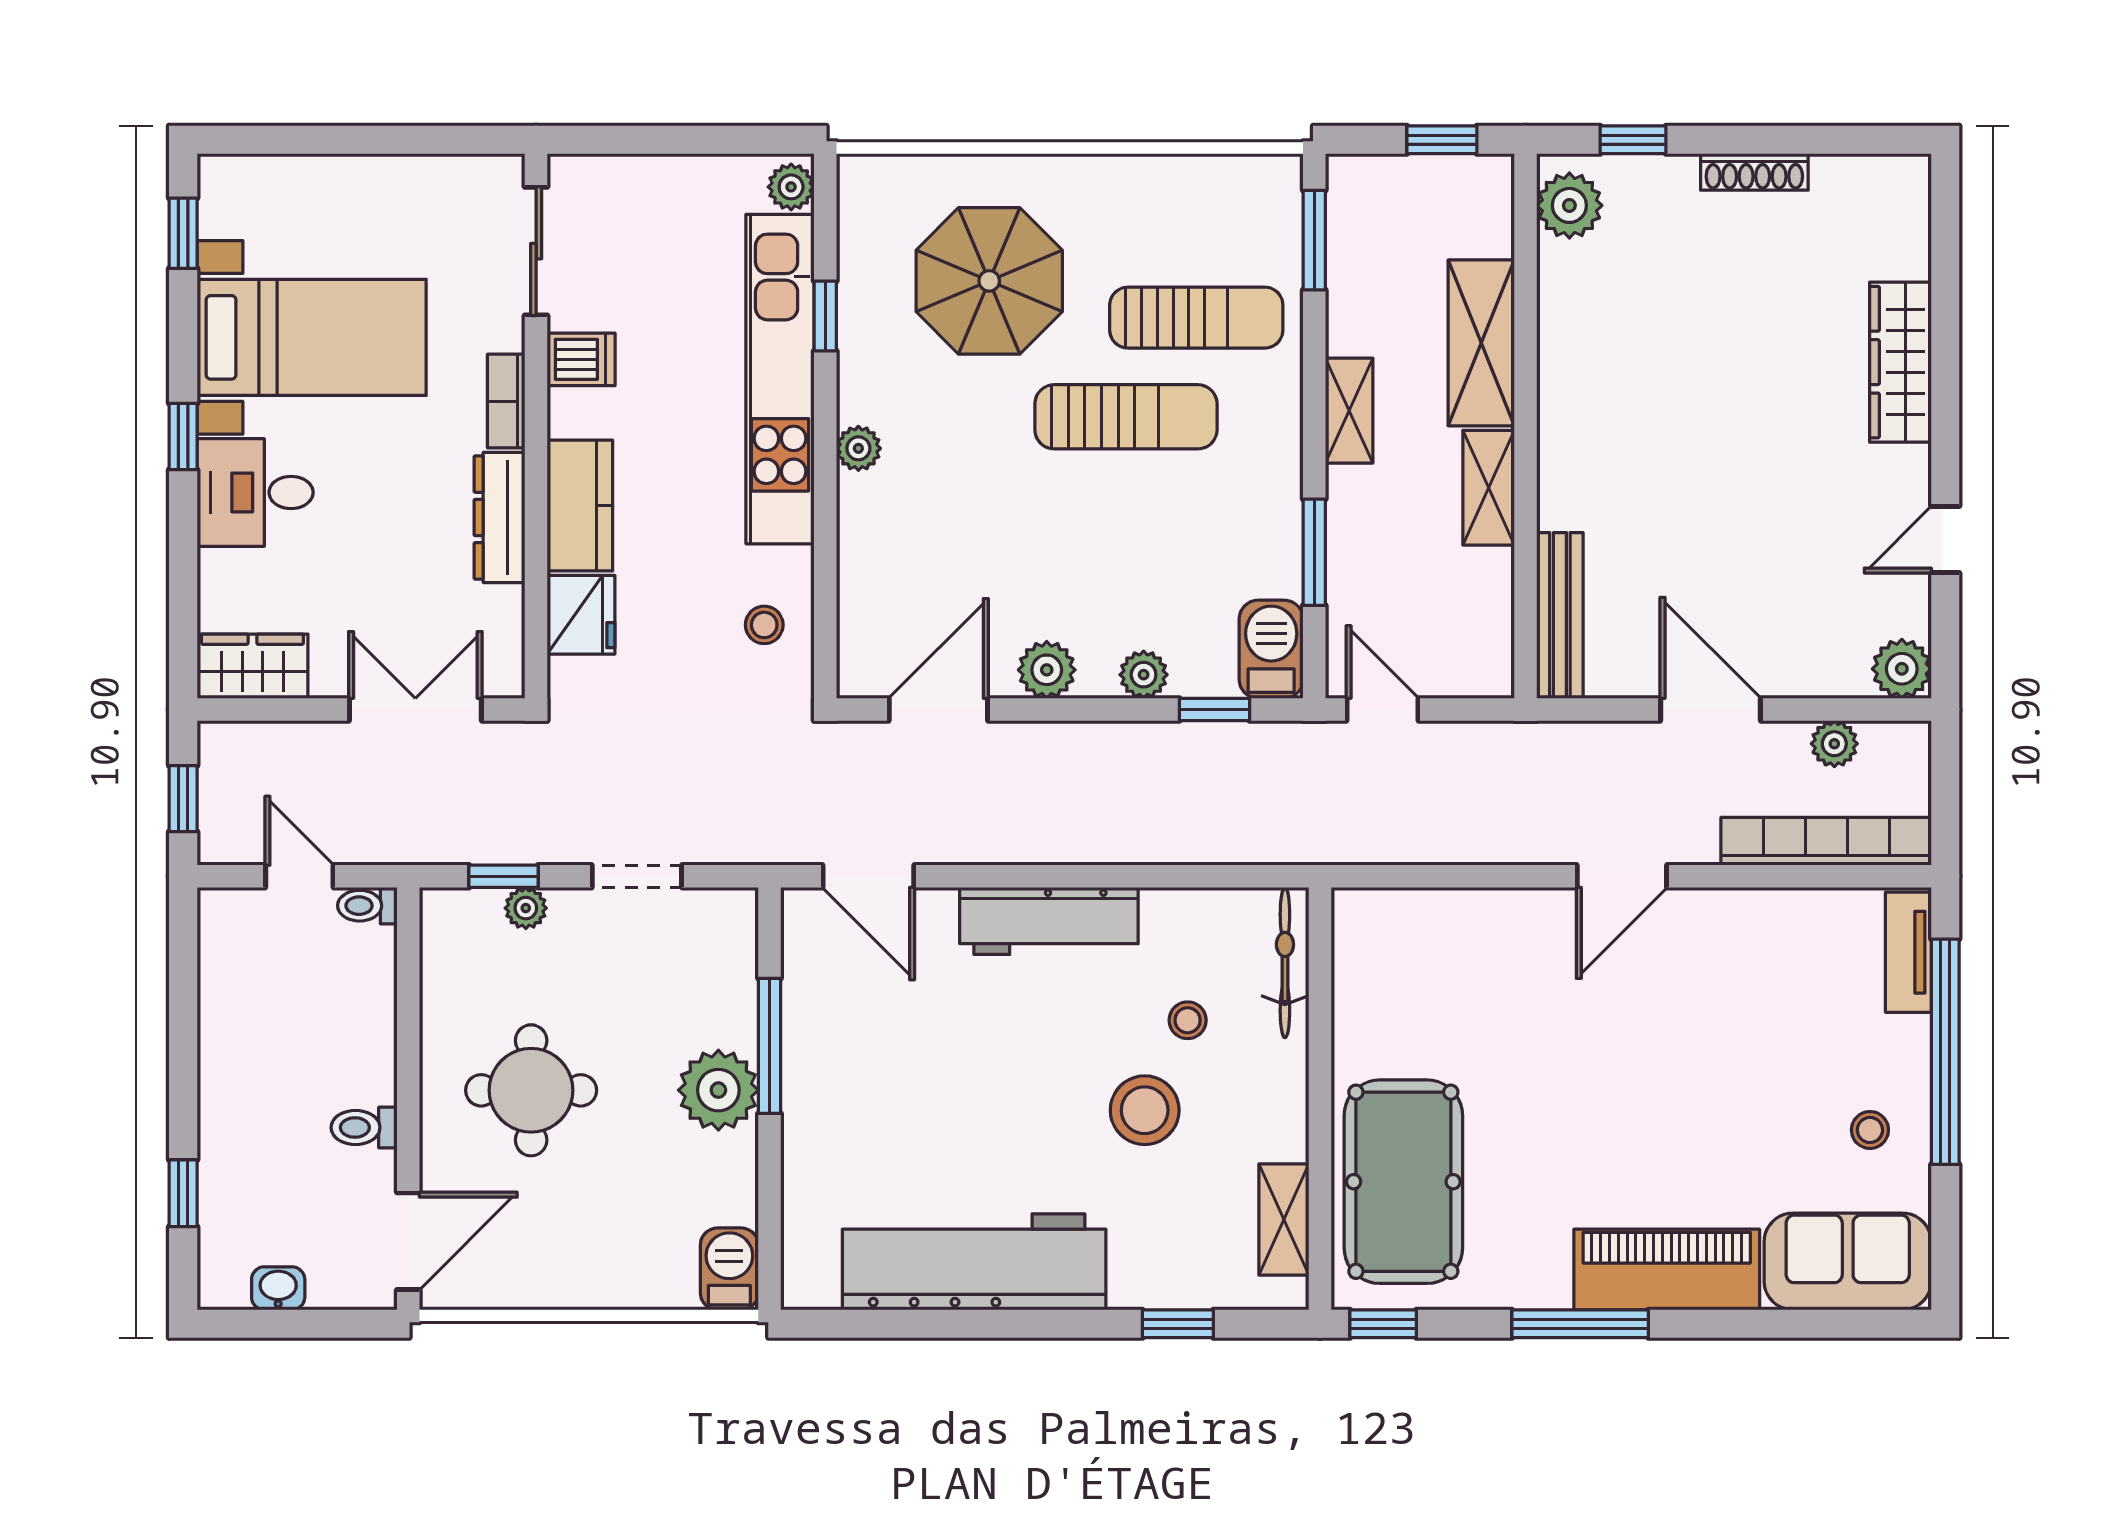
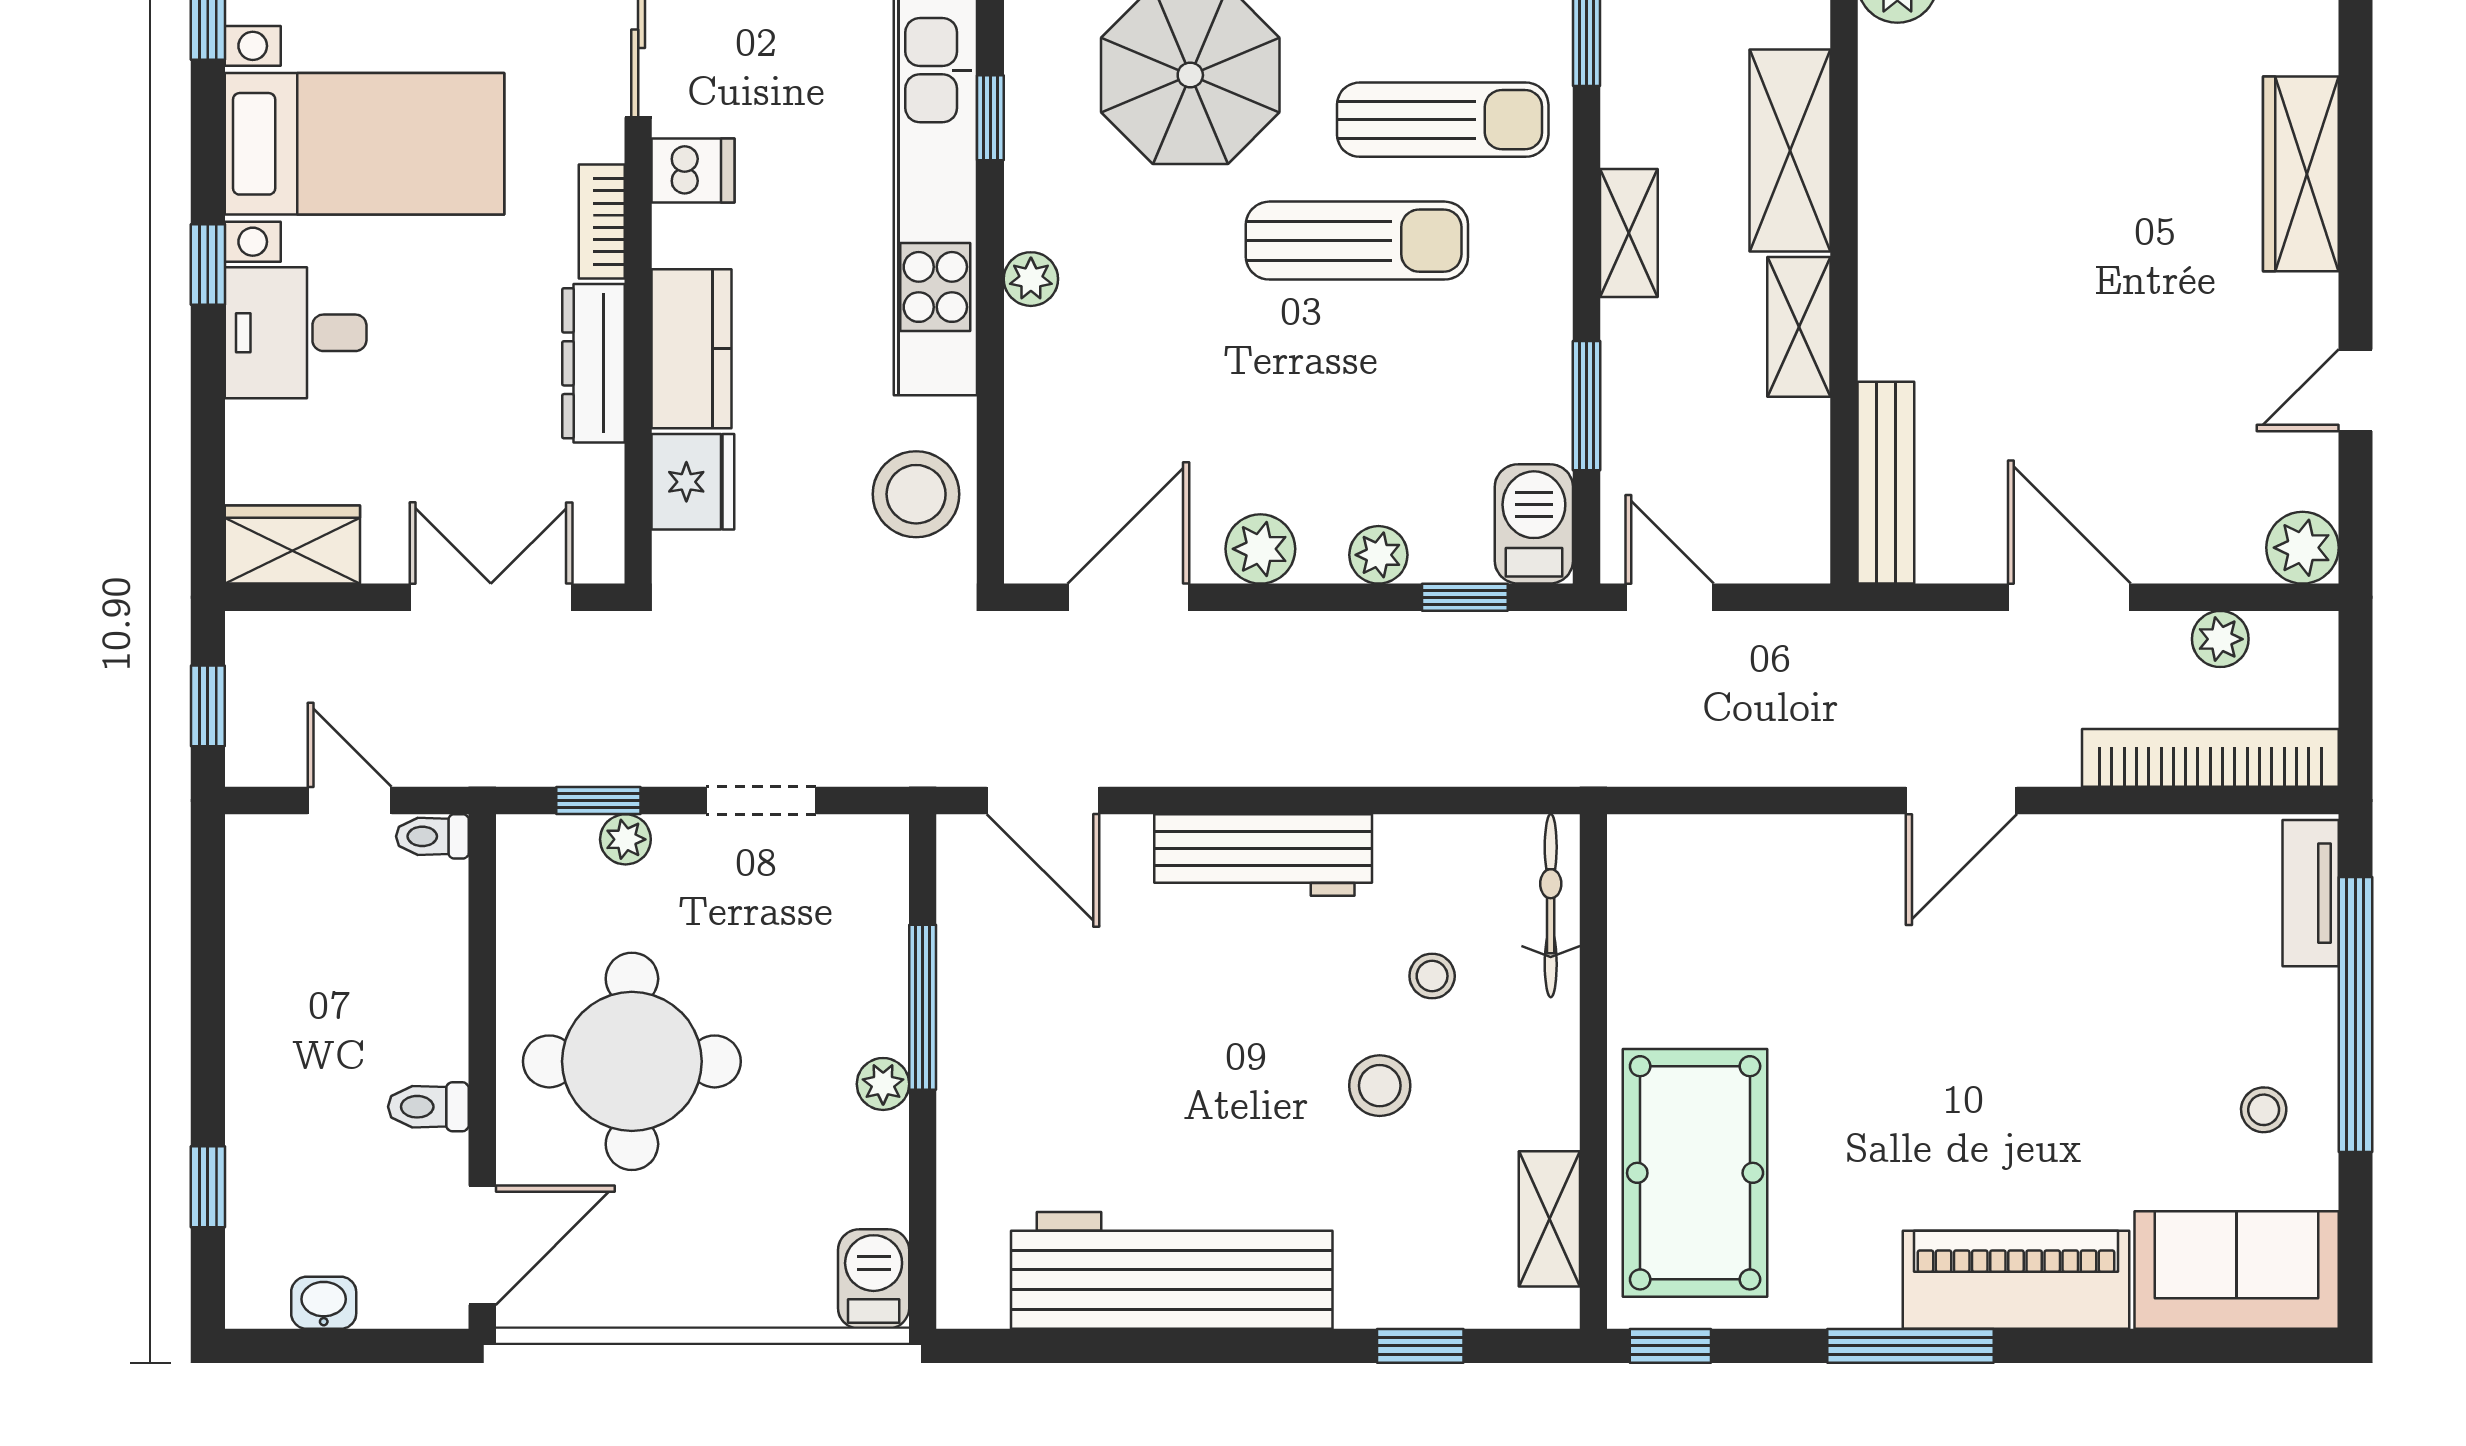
stool: (764, 625) -> (916, 494), width x1.89, depth x1.89
round table: (531, 1090) -> (632, 1061), width x1.36, depth x1.36
plant: (718, 1090) -> (883, 1084), width x0.53, depth x0.53
stool: (1145, 1110) -> (1380, 1086), width x0.73, depth x0.73

